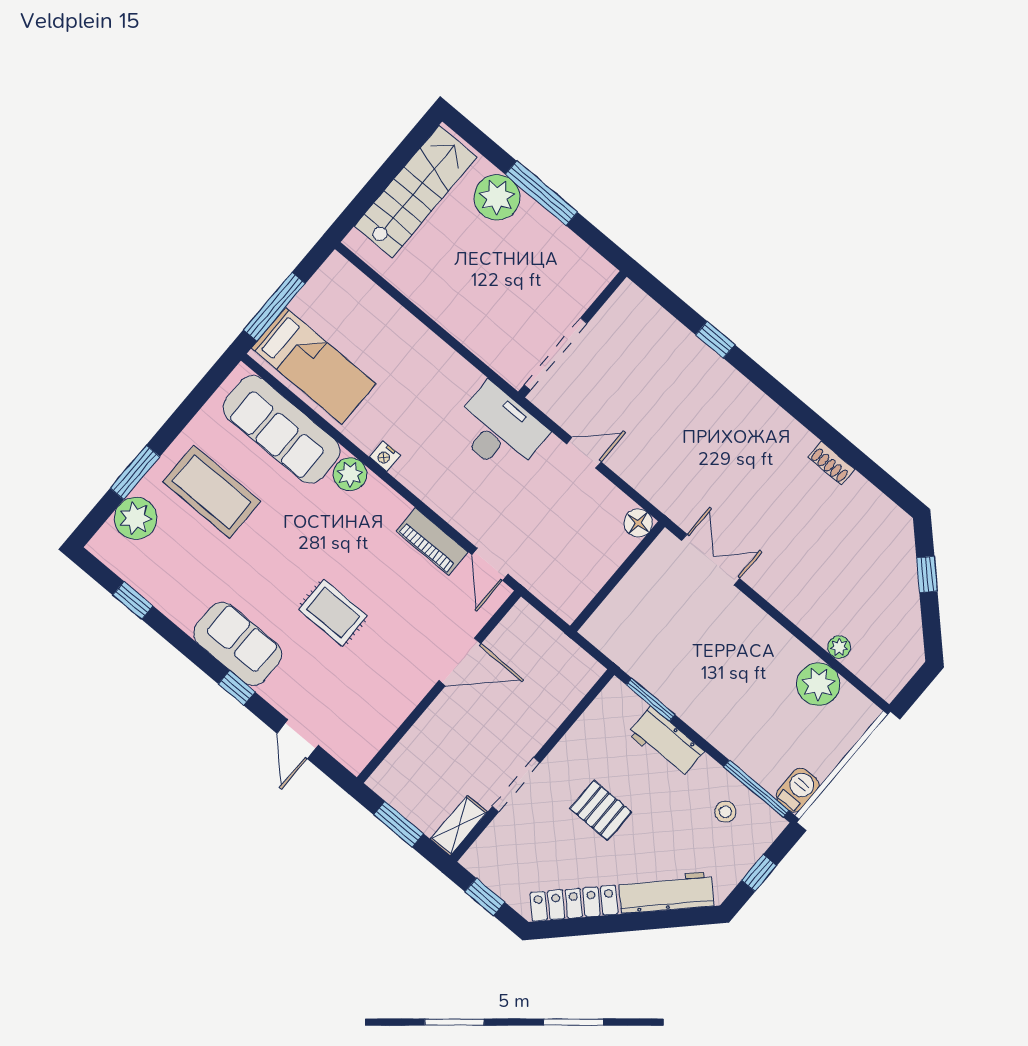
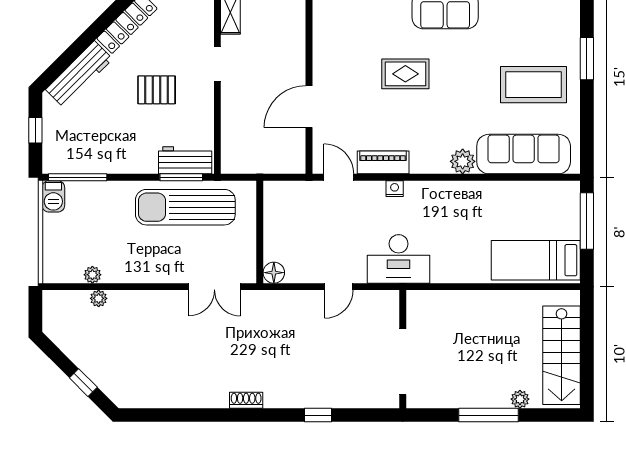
plant: (497, 197) -> (520, 399), width x0.53, depth x0.53
doorway: (556, 354) -> (403, 362), moved
bed: (314, 366) -> (536, 260), moved
nightstand: (385, 456) -> (395, 189), moved
shoe rack: (831, 463) -> (246, 400), moved
plant: (136, 518) -> (564, 33), removed
sun lounger: (672, 666) -> (185, 207), added
plant: (818, 684) -> (92, 275), width x0.53, depth x0.53
workbench: (666, 742) -> (185, 160), moved
doorway: (516, 785) -> (217, 64), width x0.73
stool: (725, 812) -> (84, 149), removed

